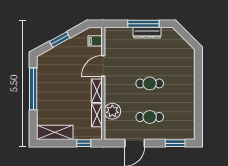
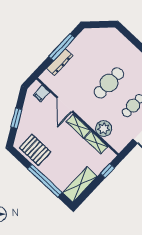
dresser: (147, 33) -> (60, 62), moved
pallet: (49, 75) -> (35, 150), added
cafe table: (150, 83) -> (109, 83), width x1.37, depth x1.35
window: (33, 89) -> (45, 181), moved

